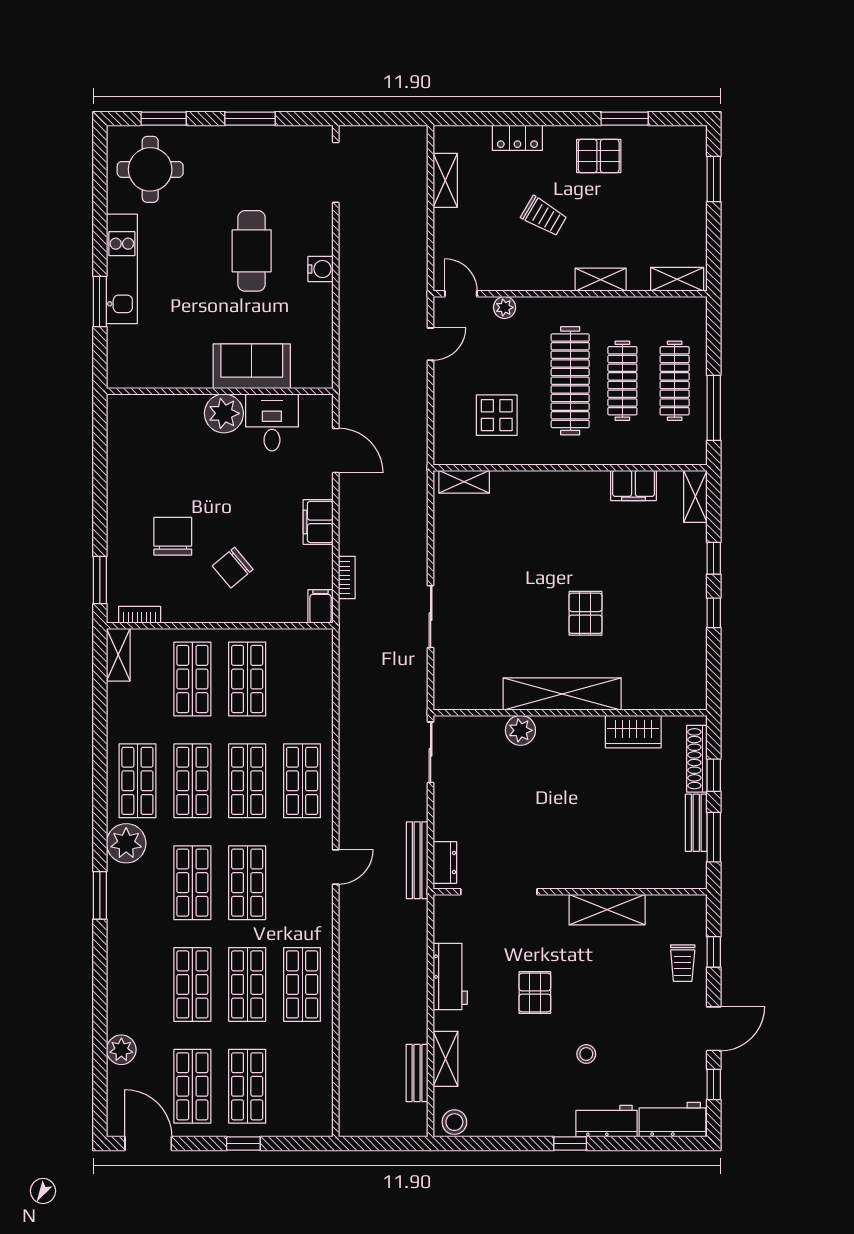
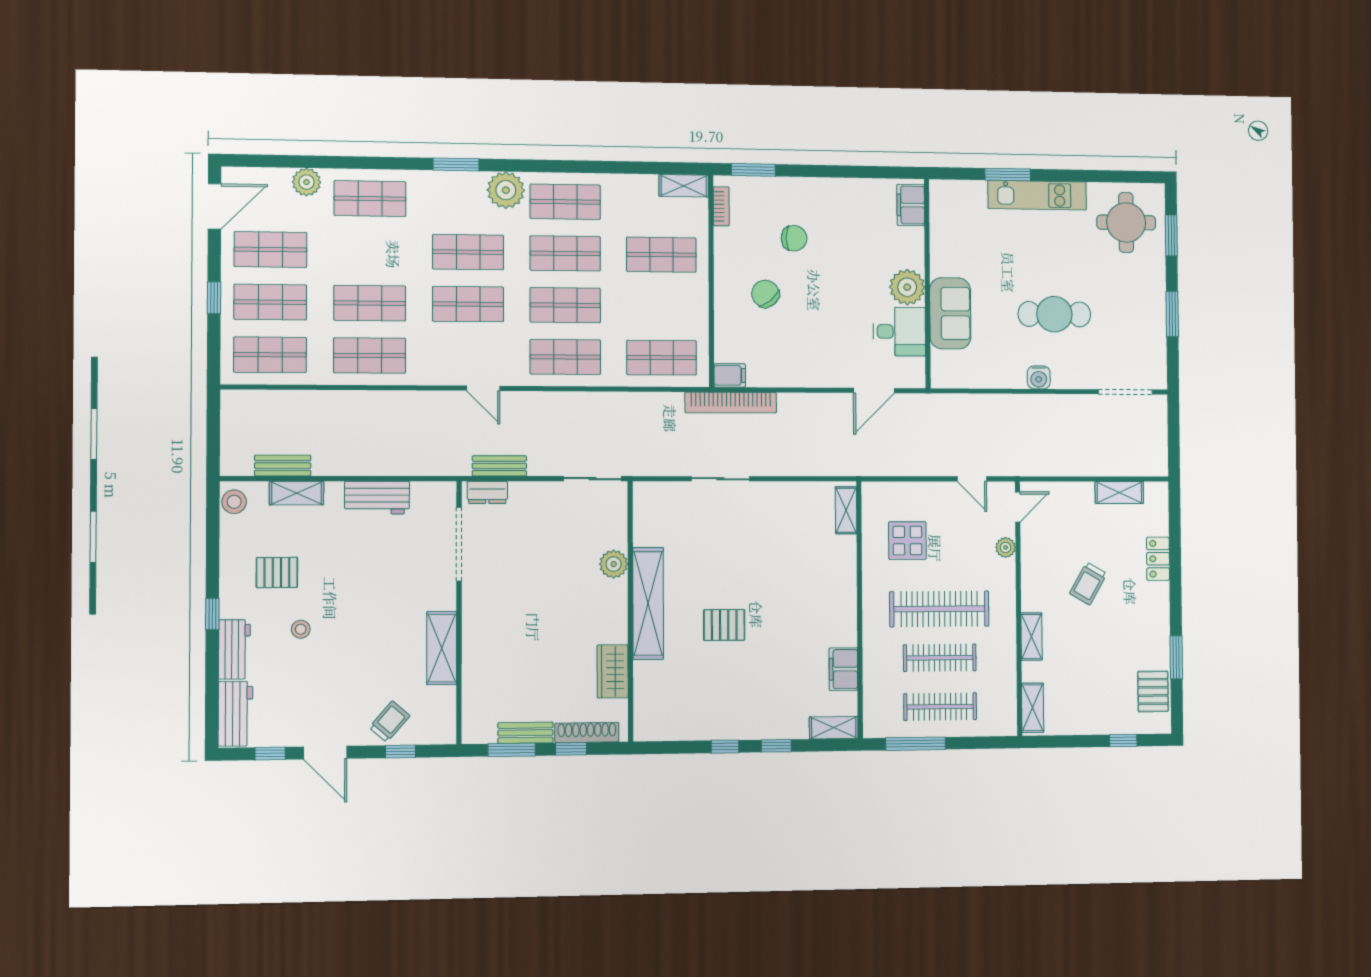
pallet: (599, 156) -> (1153, 691), moved
window: (714, 179) -> (1123, 741), width x0.67
filing cabinet: (318, 522) -> (911, 205), moved, turned -90
chair: (173, 536) -> (794, 238), width x0.73, depth x0.73
bookcase: (347, 578) -> (731, 403), width x2.31, depth x1.31
shop shelf: (247, 679) -> (662, 358), moved
bench: (417, 860) -> (499, 466), width x0.73
trolley: (683, 963) -> (390, 722), turned 131
shop shelf: (192, 984) -> (370, 199), moved
pallet: (535, 992) -> (277, 573), moved
shop shelf: (302, 1086) -> (270, 355), added

